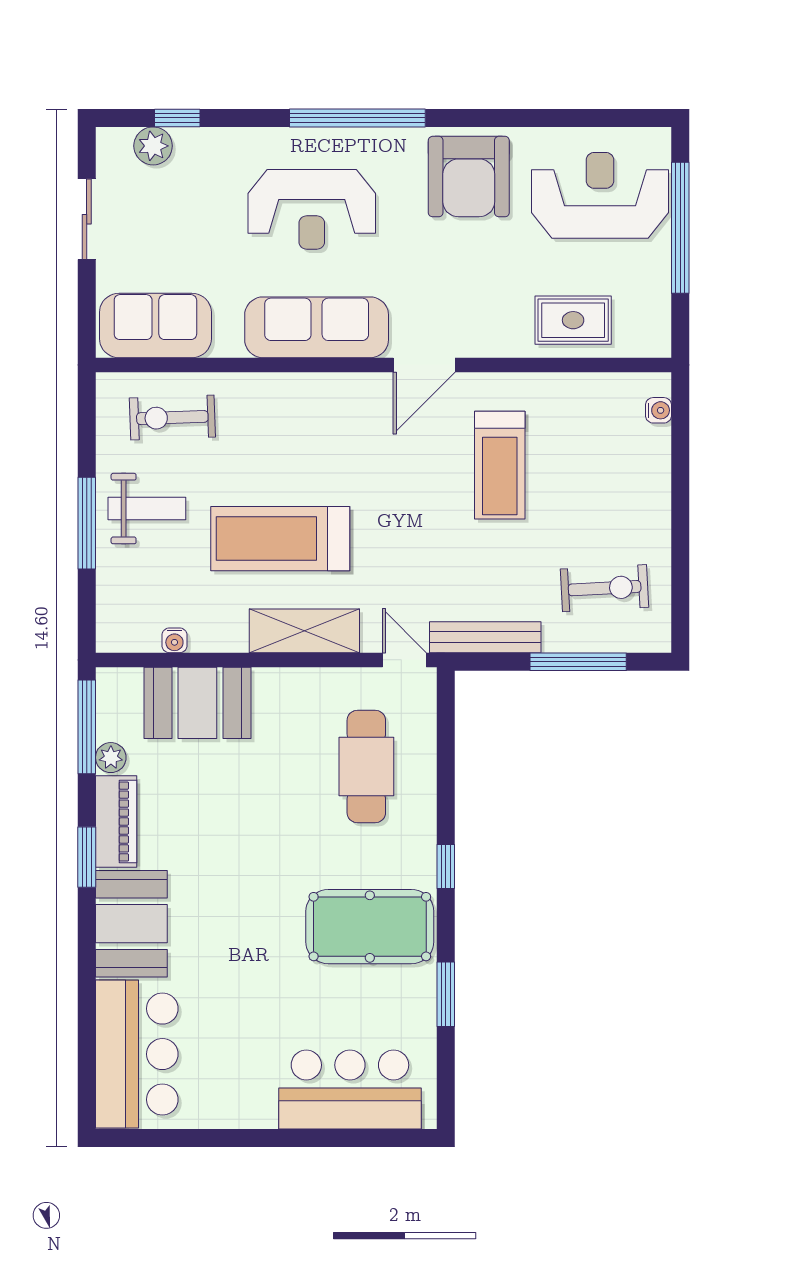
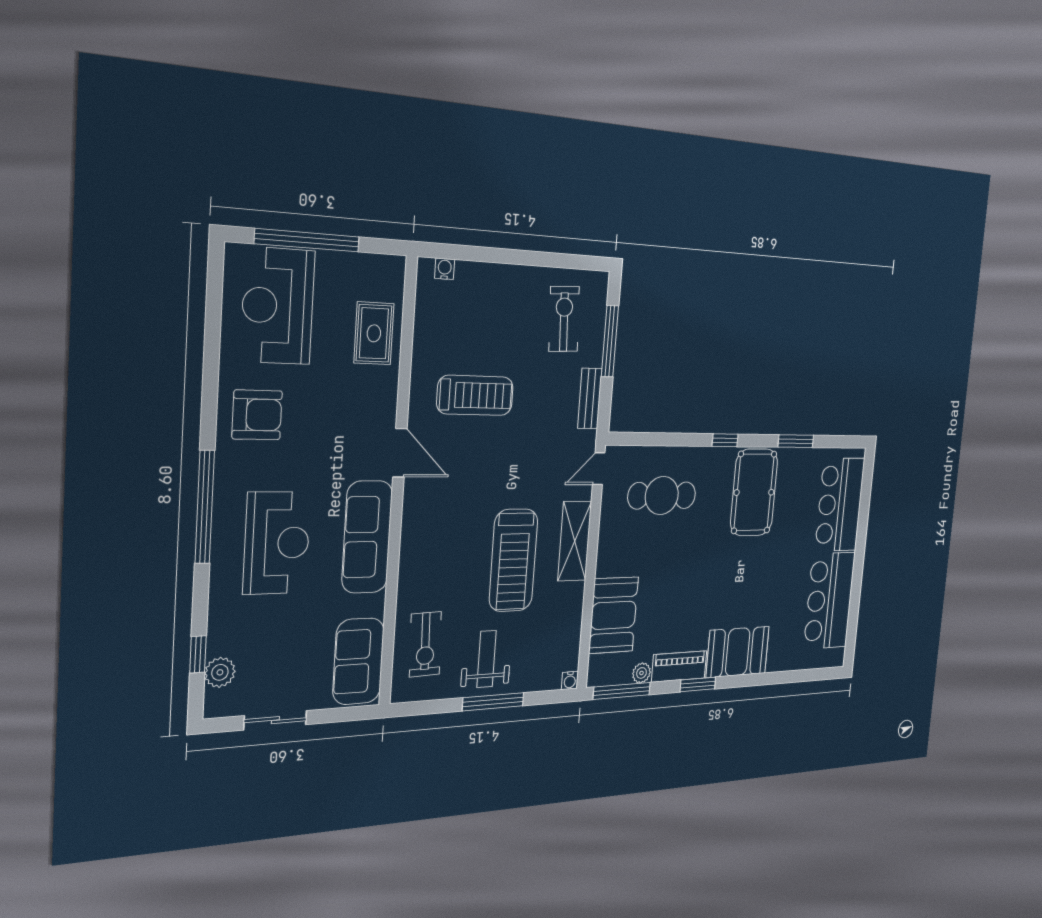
armchair: (469, 177) -> (257, 415), width x0.73, depth x0.73
bench: (485, 637) -> (590, 398), width x0.73
water cooler: (174, 640) -> (570, 680), moved, turned 90
bar counter: (137, 1054) -> (829, 601), moved, turned -90

